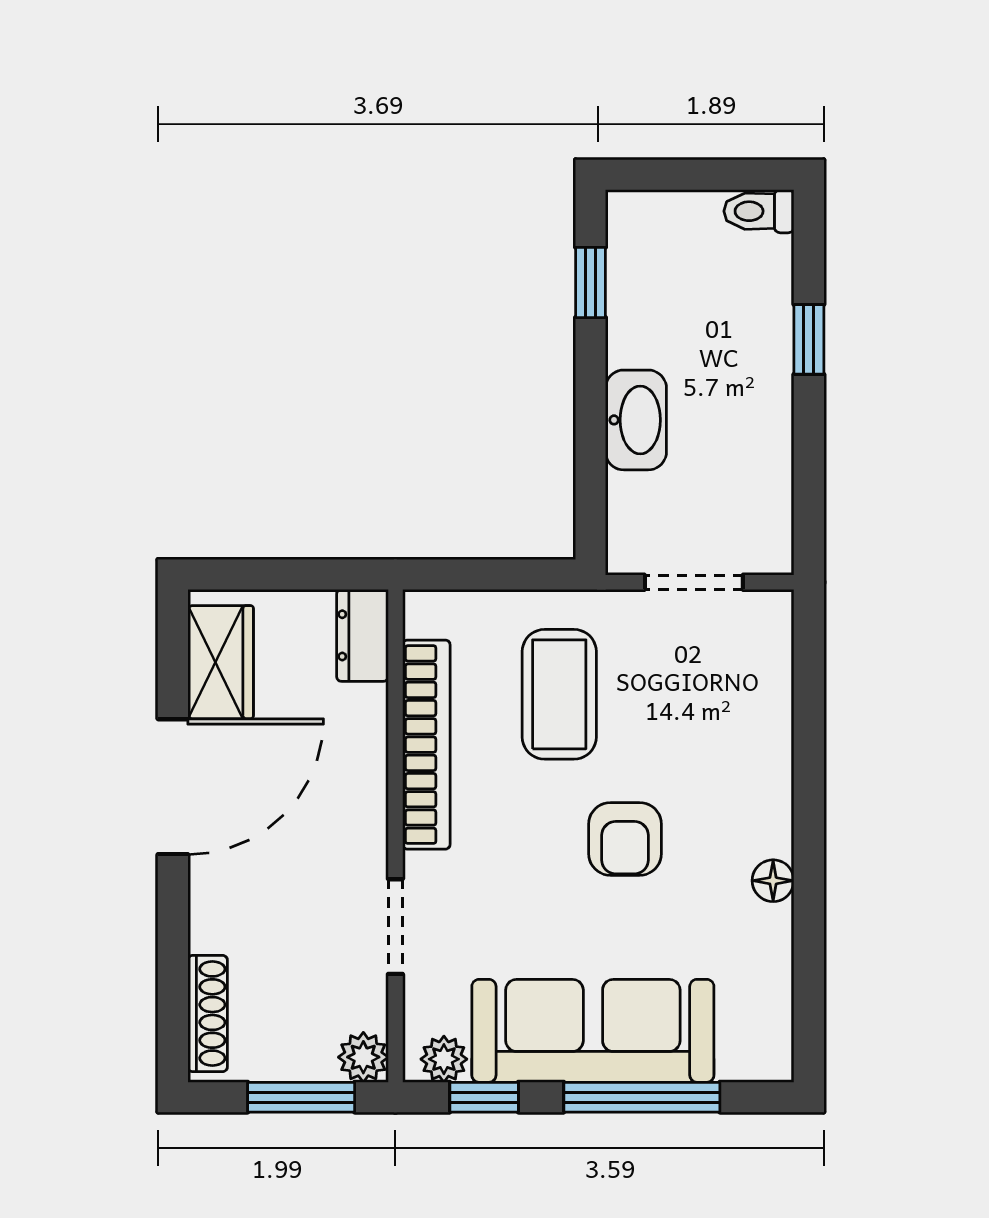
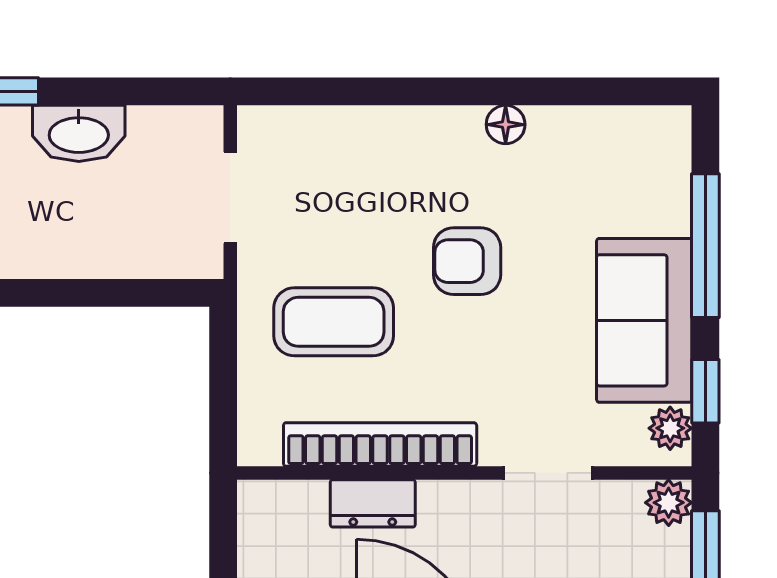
washbasin: (636, 420) -> (79, 133), moved, turned 180
dresser: (362, 635) -> (373, 503), moved
armchair: (625, 839) -> (467, 261), turned 180
sofa: (593, 1031) -> (644, 320), width x0.73

